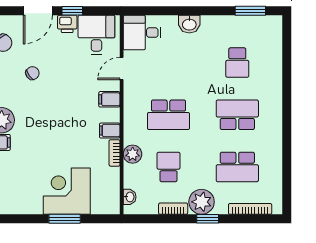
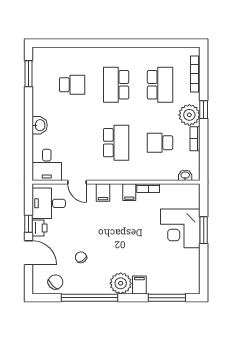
plant: (133, 154) -> (149, 173), removed

